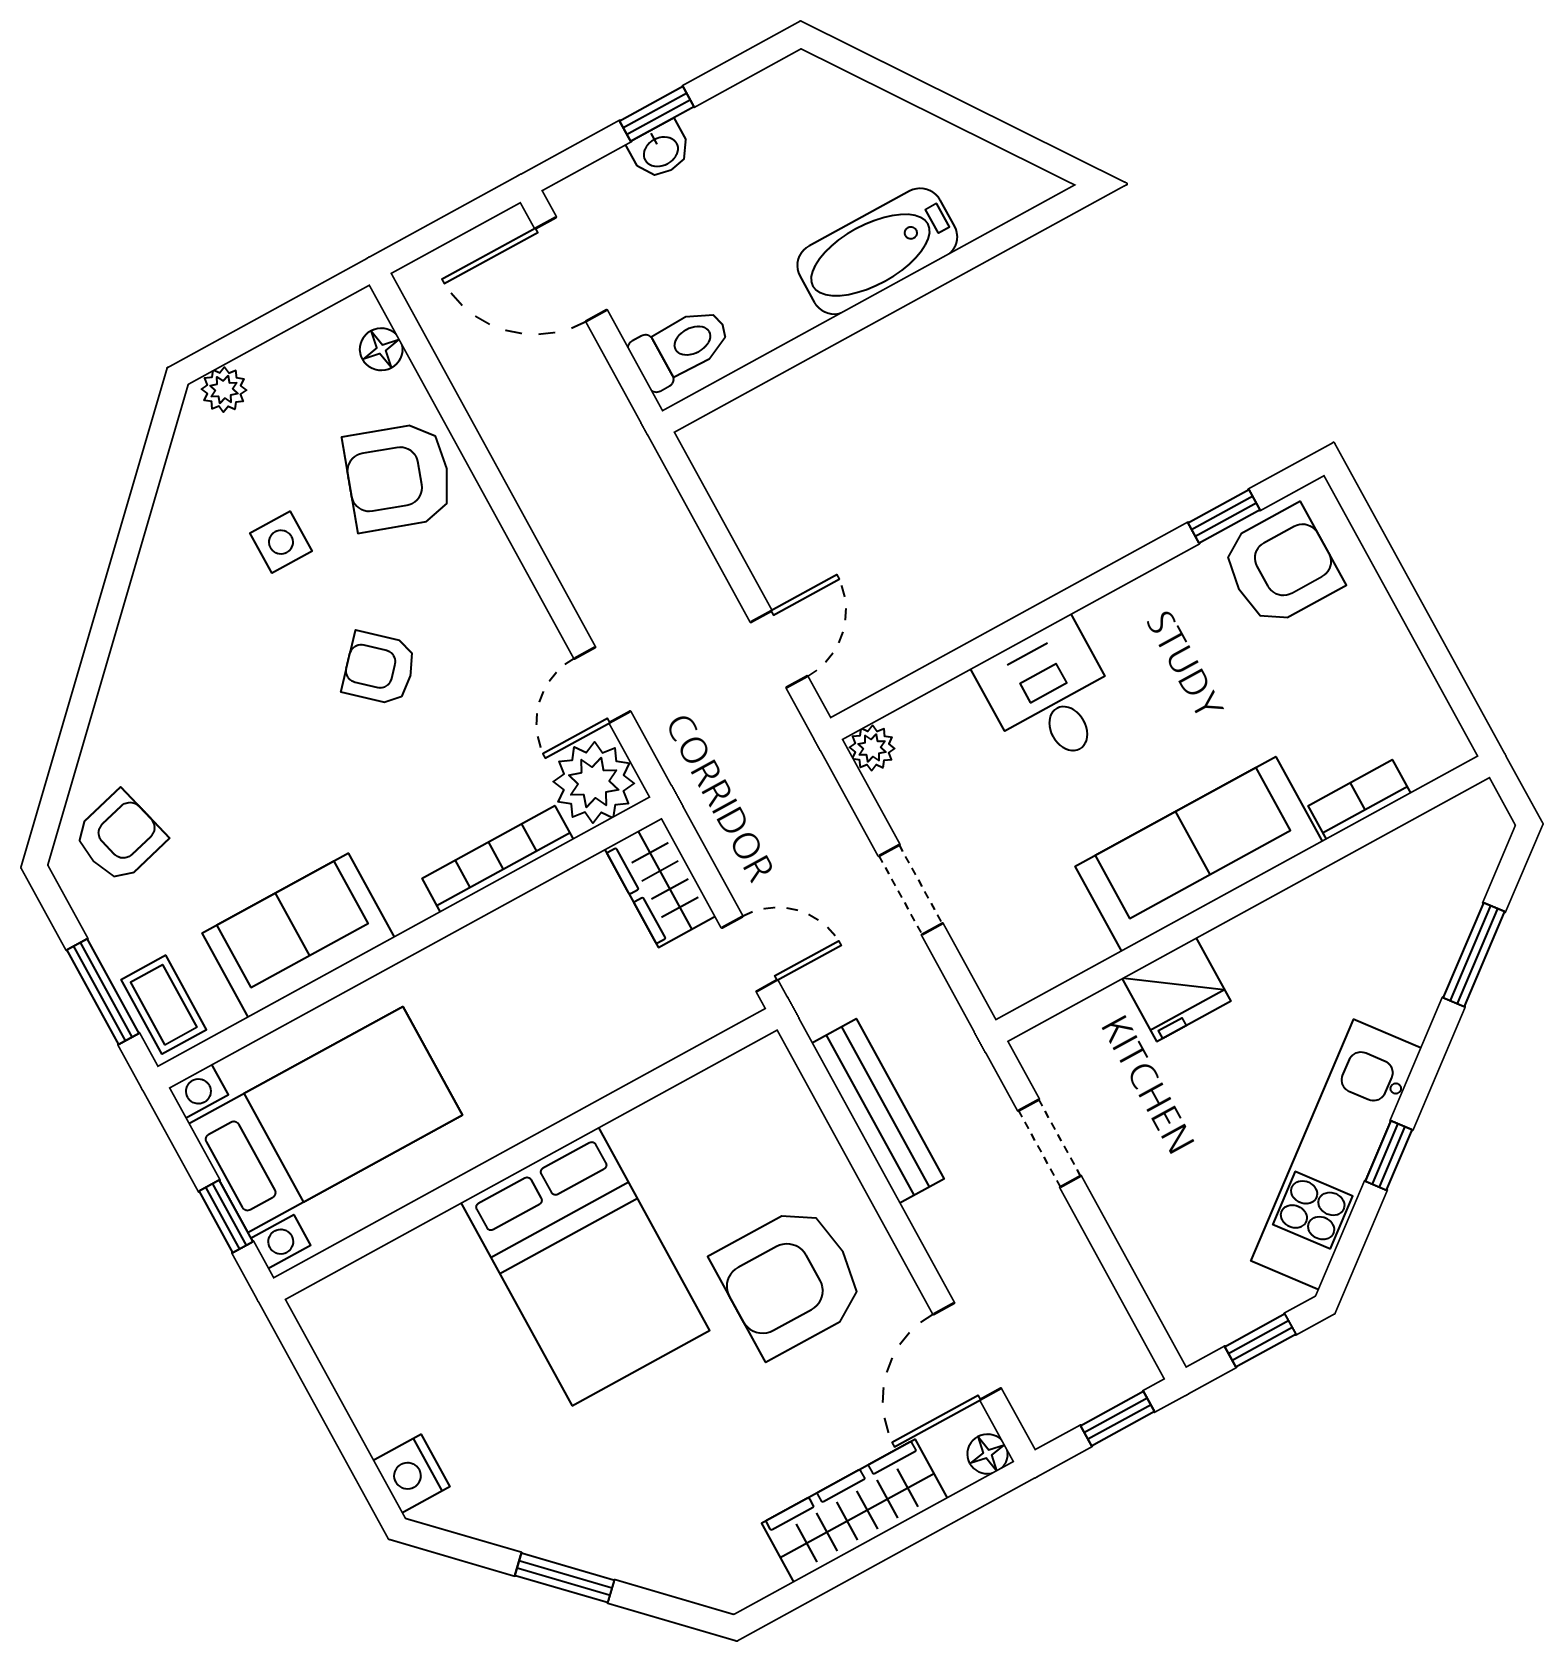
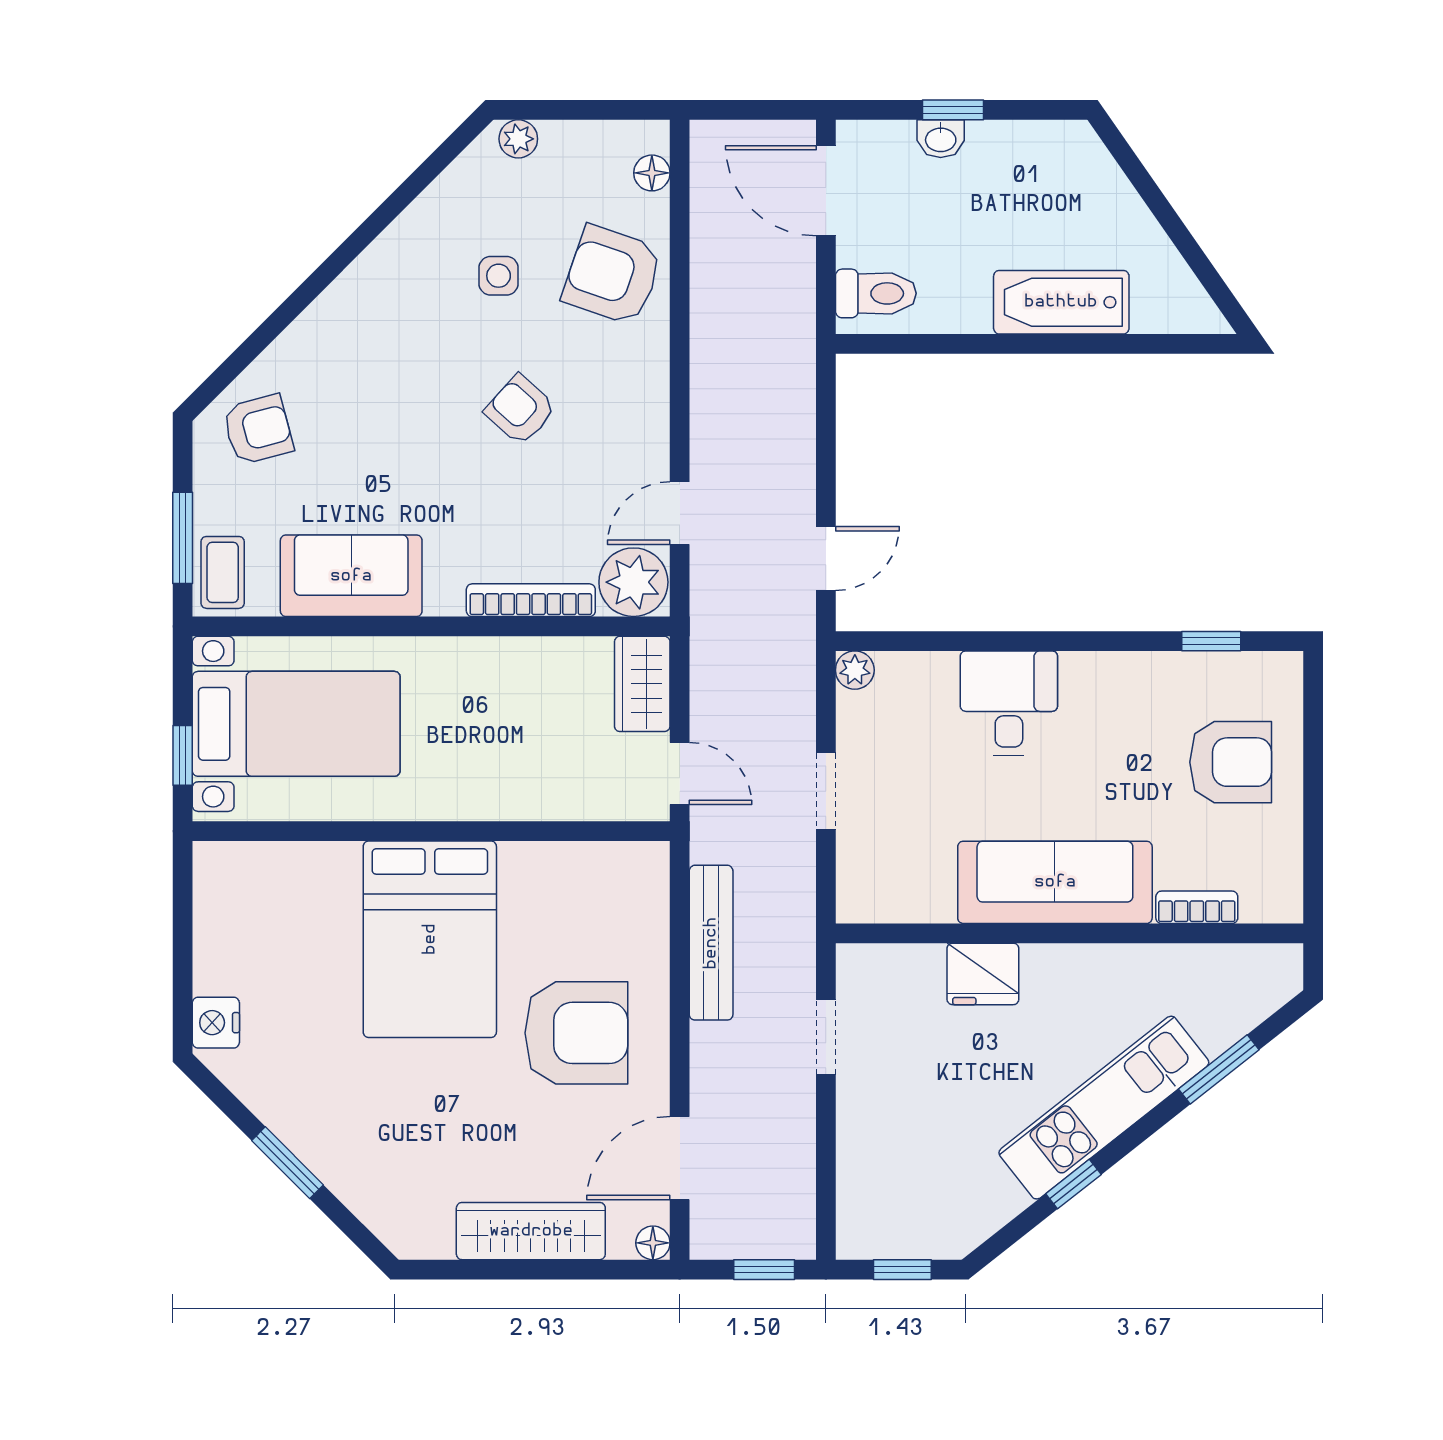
armchair: (1281, 566) -> (1231, 762), moved
kitchen unit: (1336, 1155) -> (1104, 1108), moved
armchair: (790, 1280) -> (576, 1033), turned 180

